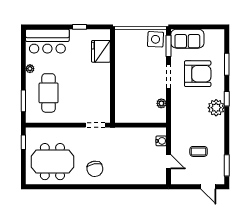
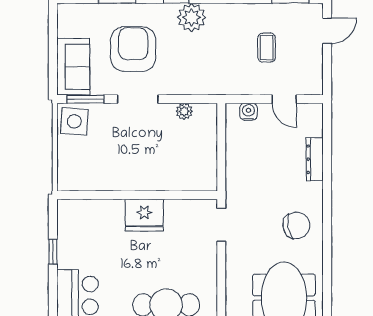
fridge: (101, 51) -> (144, 215), moved
door: (169, 162) -> (284, 99), swing flipped
dresser: (133, 180) -> (315, 159), added

